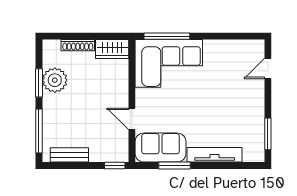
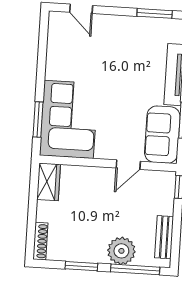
window: (167, 36) -> (38, 120), width x0.69
shoe rack: (78, 45) -> (40, 241), moved
plant: (55, 80) -> (121, 251), moved

